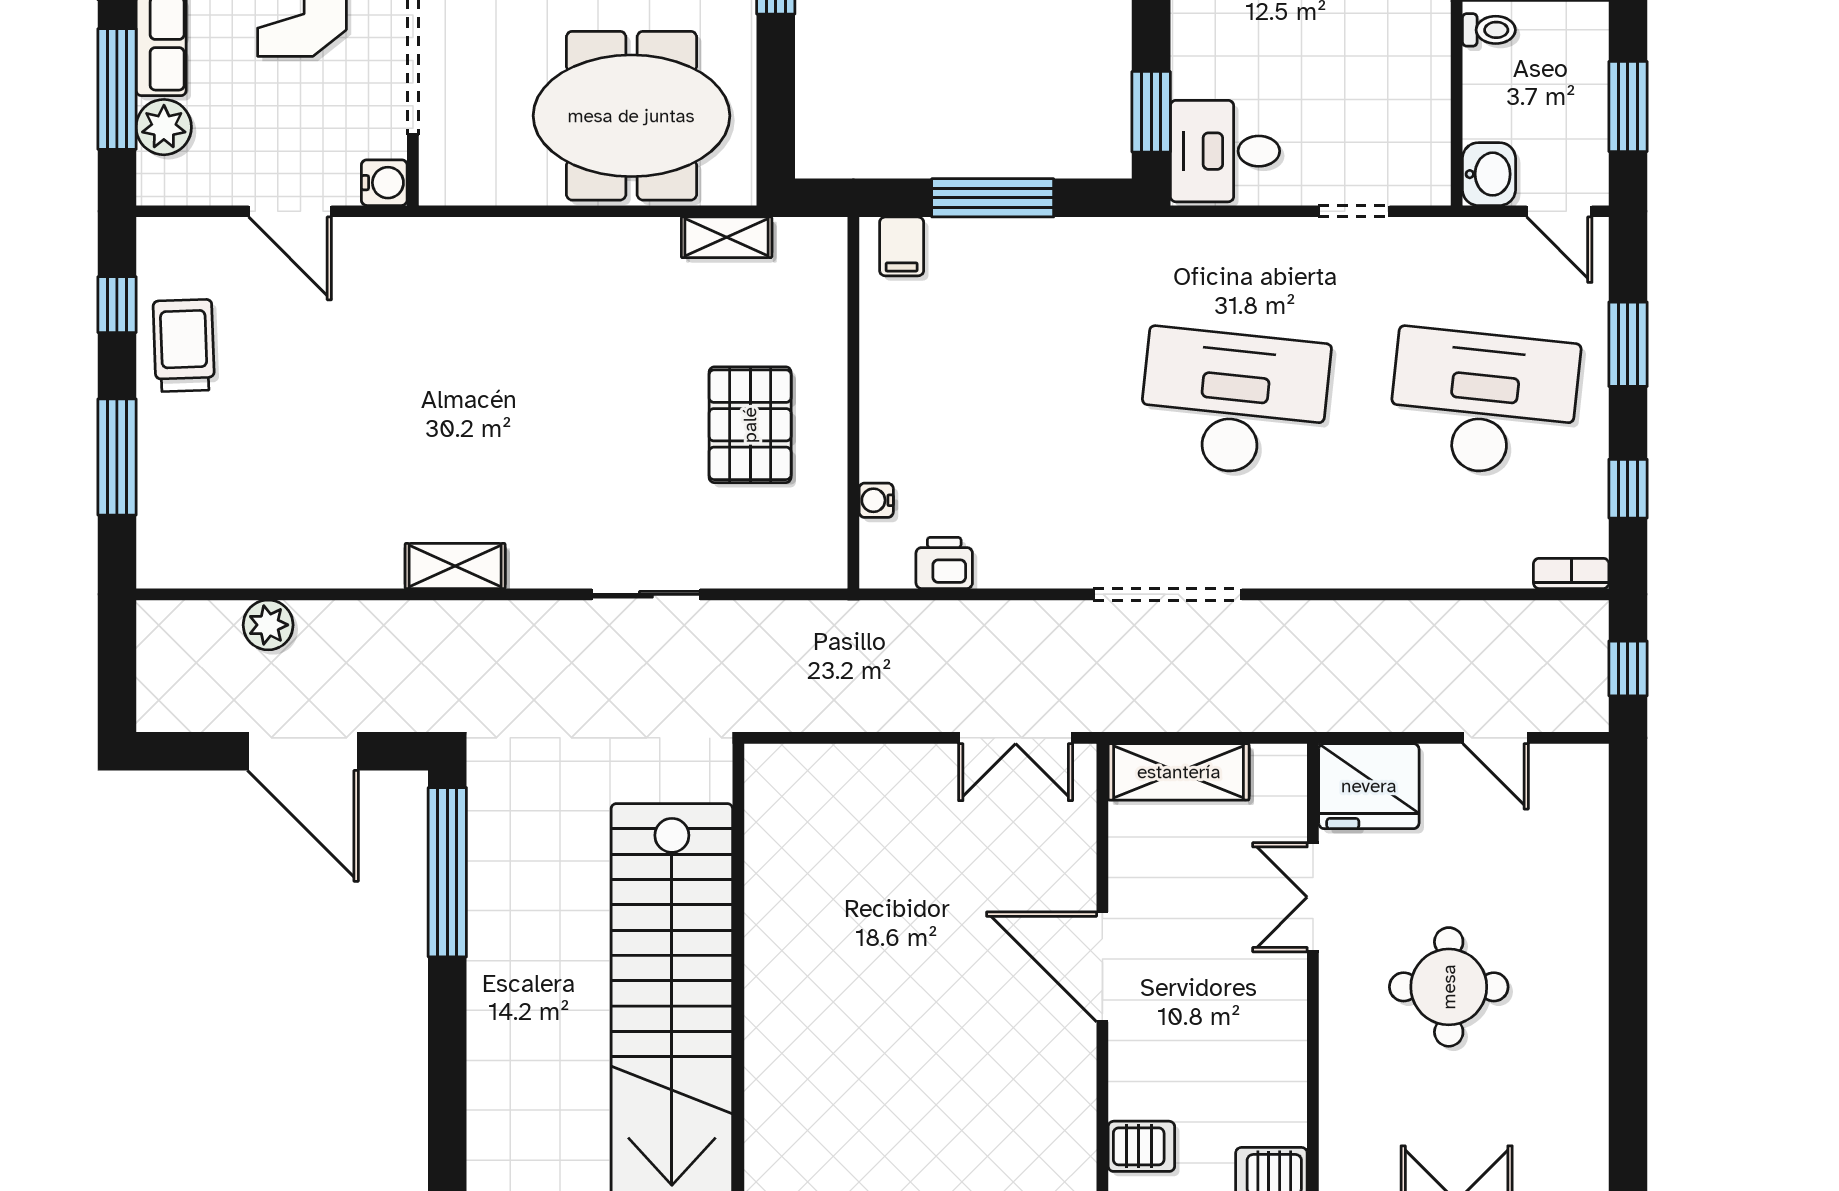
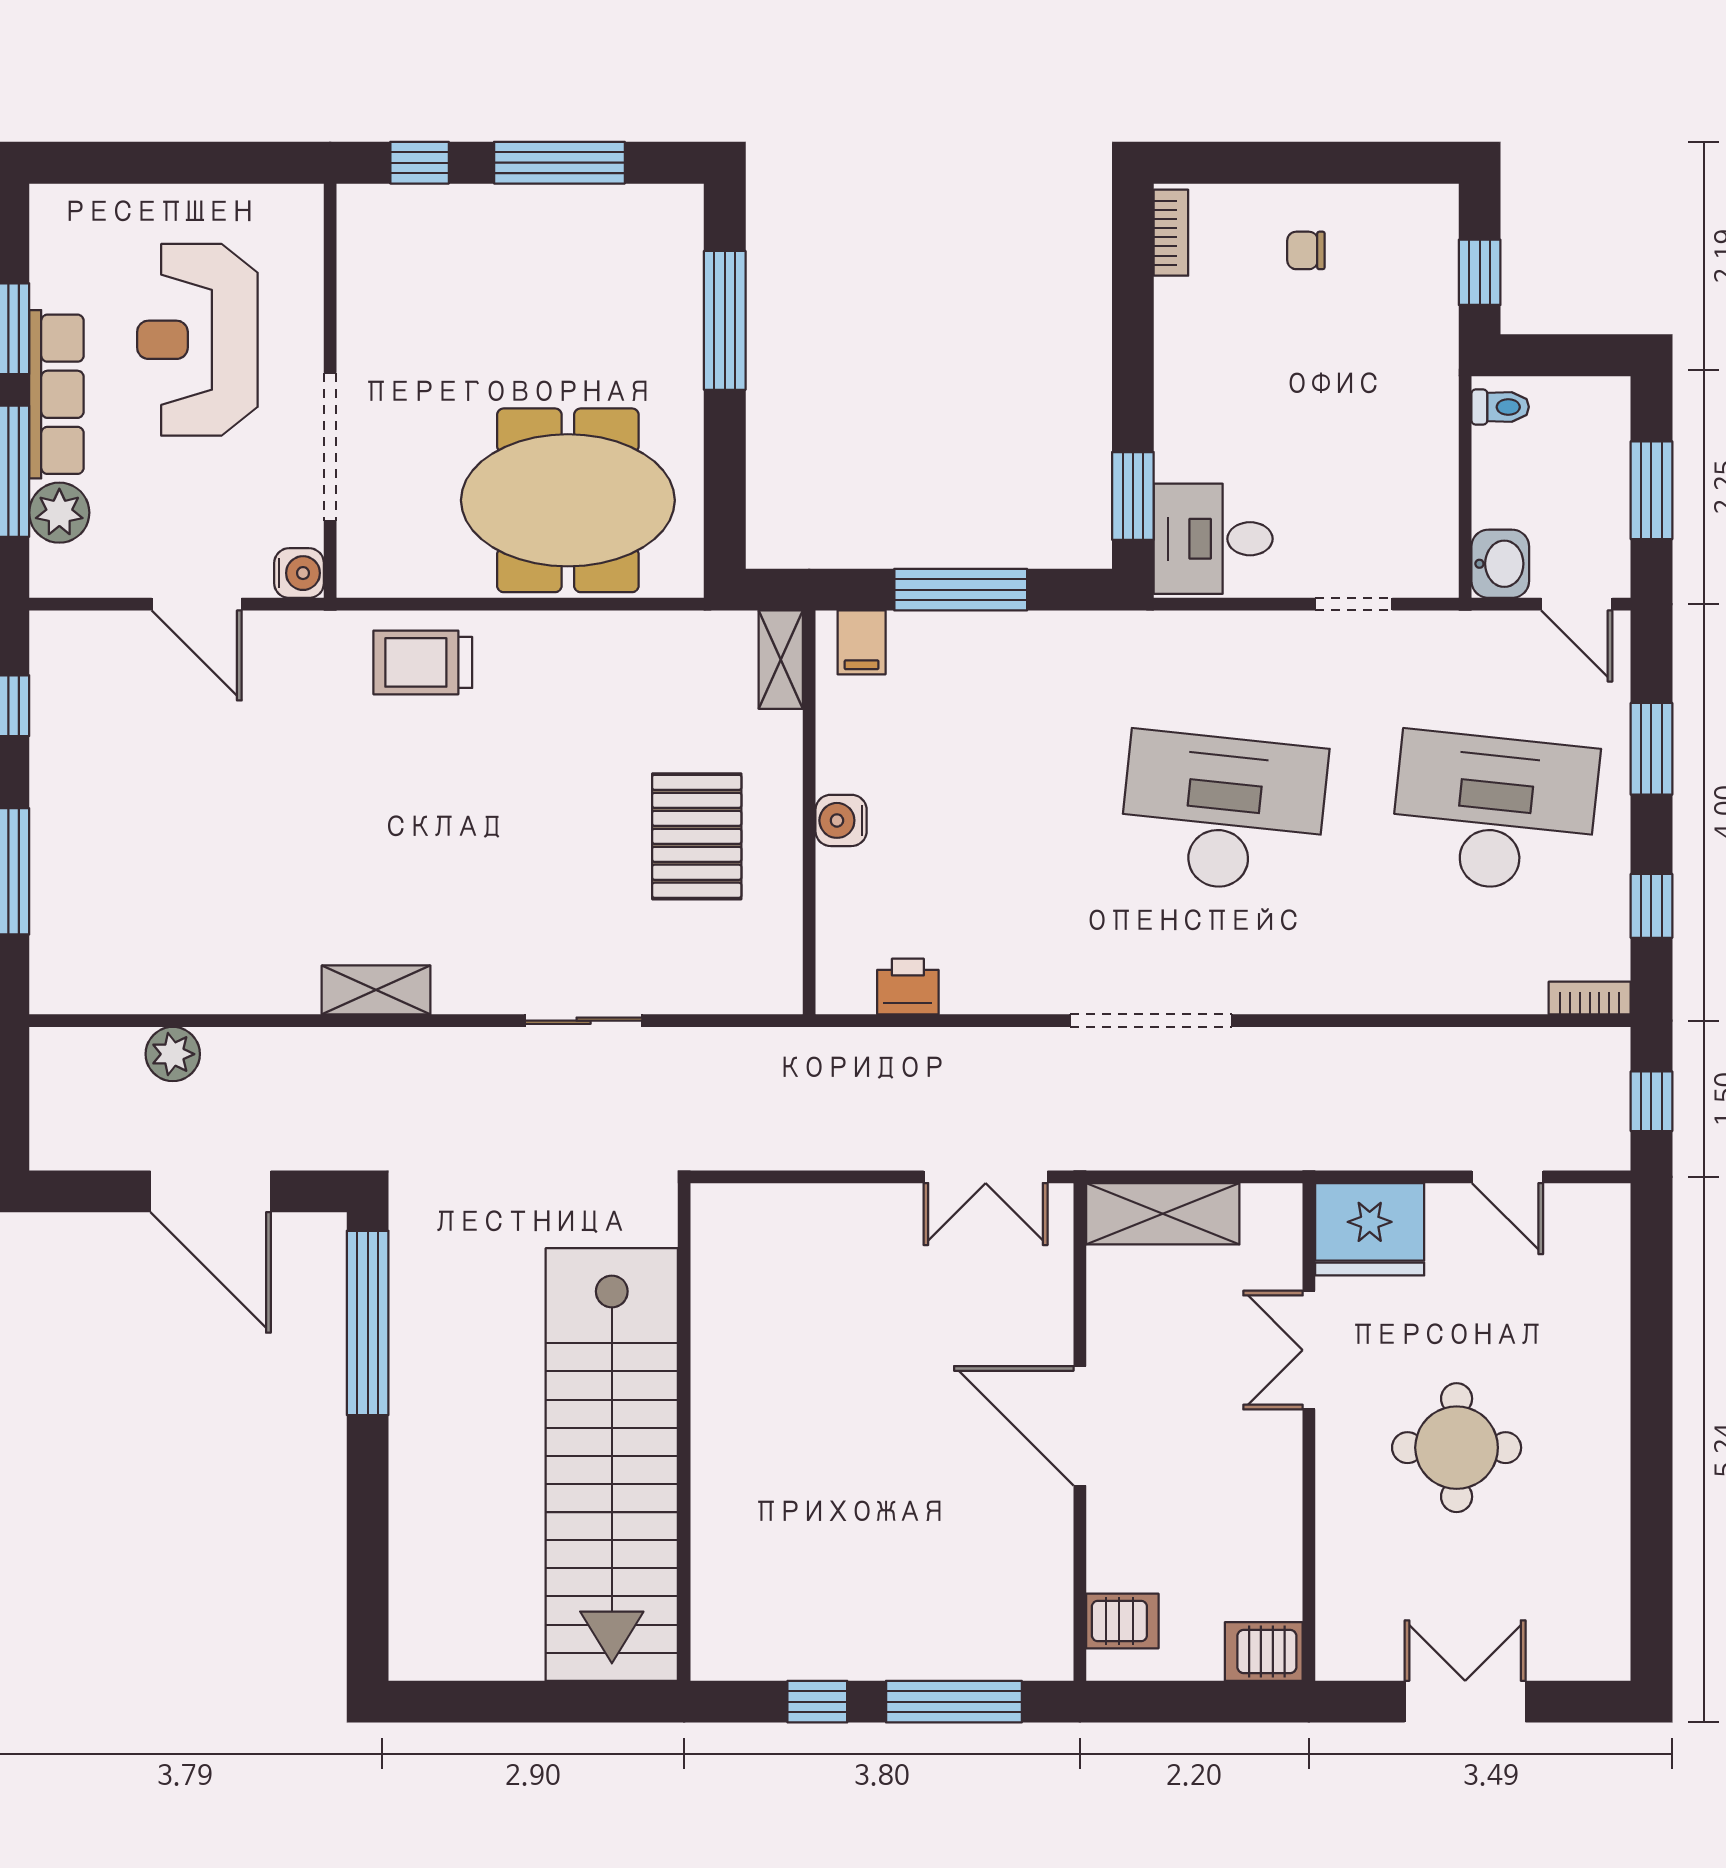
shelving: (727, 237) -> (781, 660), moved, turned 90
trolley: (184, 345) -> (423, 662), moved, turned -88
water cooler: (876, 500) -> (841, 820), moved, width x1.38, depth x1.38

